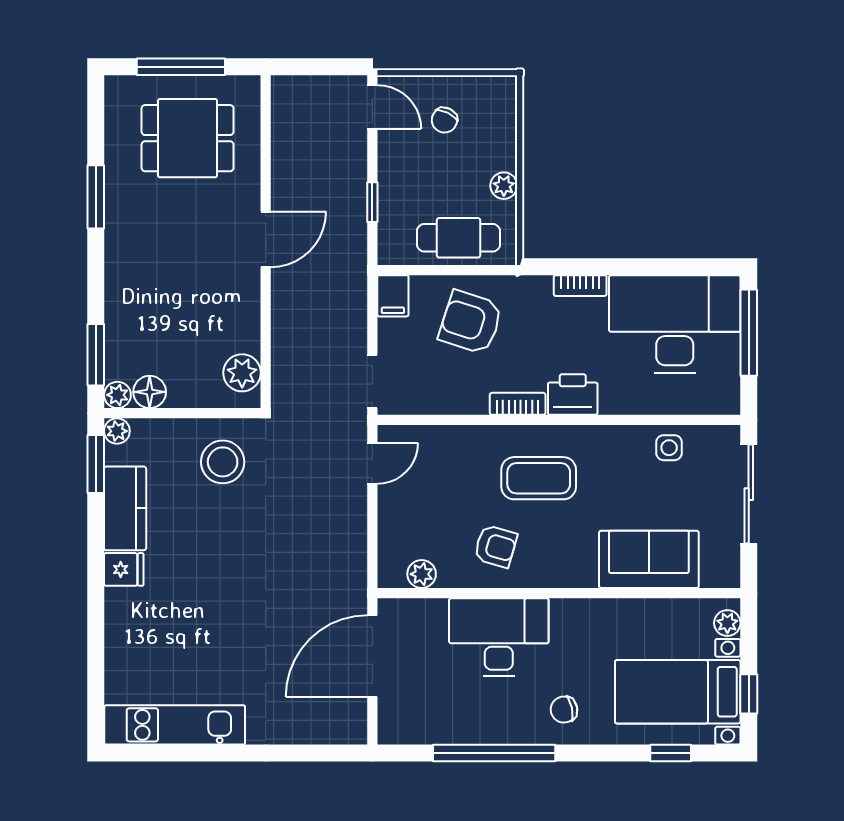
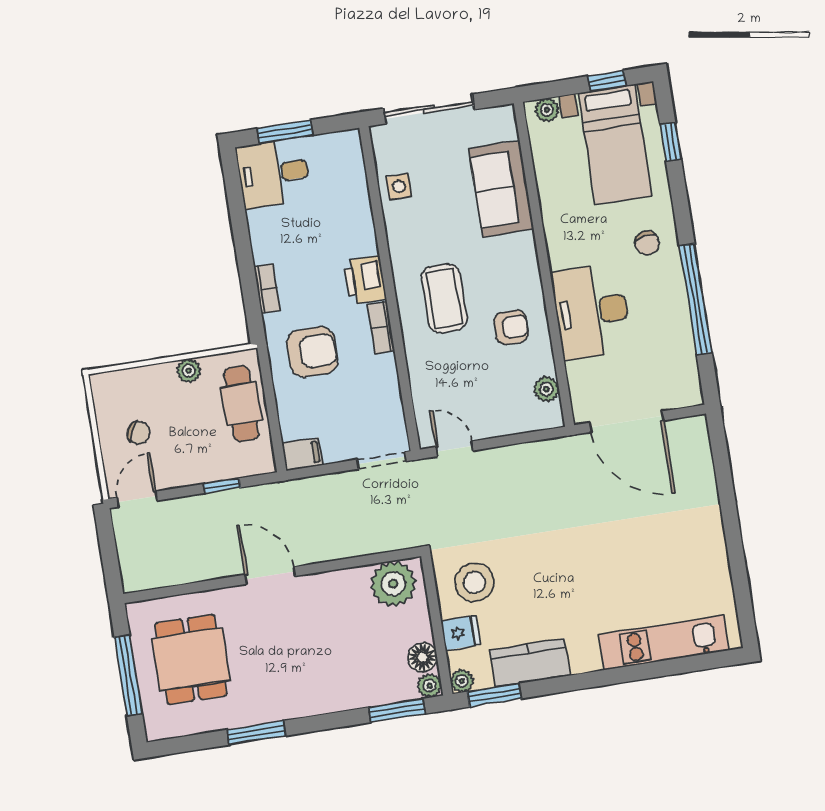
armchair: (471, 322) -> (312, 352), moved, turned -108
desk: (675, 324) -> (273, 173), width x0.53, depth x0.77
window: (749, 333) -> (285, 132), width x0.69
plant: (242, 373) -> (393, 584), width x1.36, depth x1.36
armchair: (496, 546) -> (511, 327), turned 74
fridge: (124, 569) -> (461, 633), moved, turned 90
kitchen unit: (175, 725) -> (664, 642), moved, turned 90

